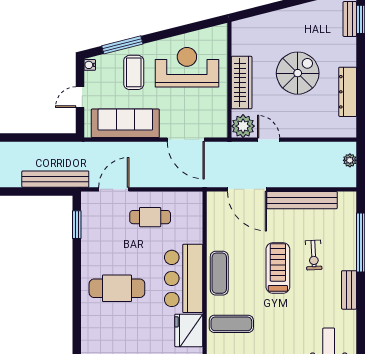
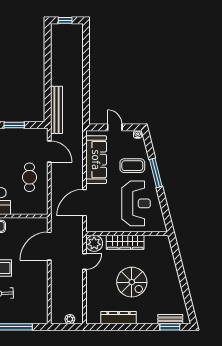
window: (122, 45) -> (156, 173), moved
bench: (302, 200) -> (42, 285), removed
window: (77, 225) -> (14, 125), moved

